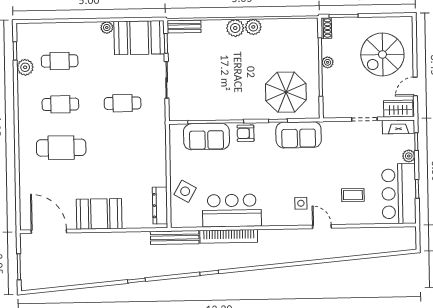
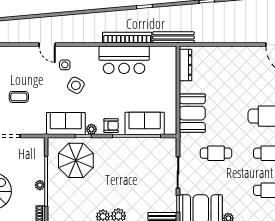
plant: (268, 129) -> (91, 129), added
side table: (185, 191) -> (76, 85), moved
coffee table: (353, 195) -> (19, 97), moved
booth: (99, 214) -> (192, 113), moved, turned 90

